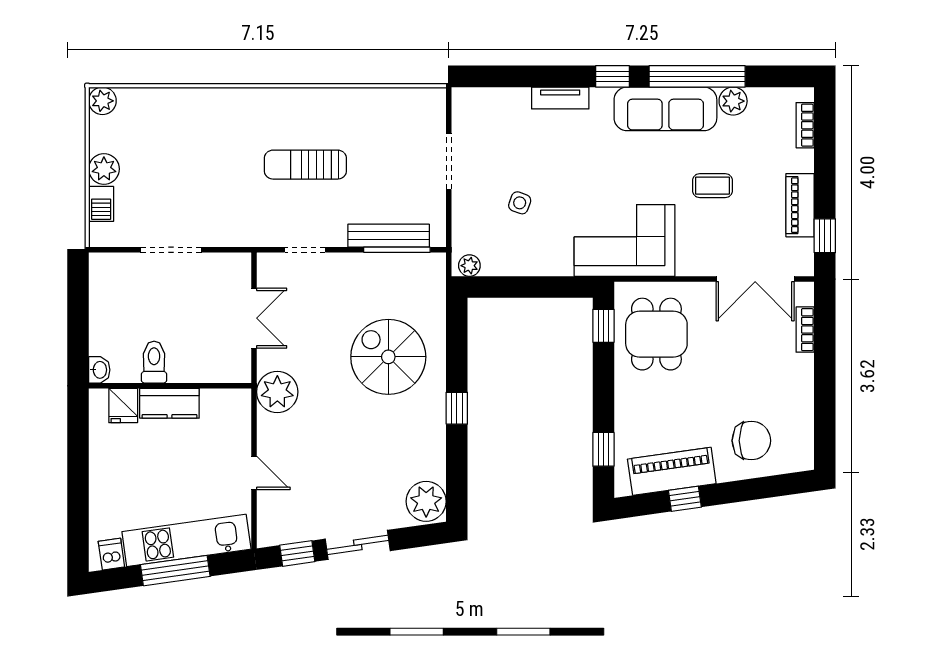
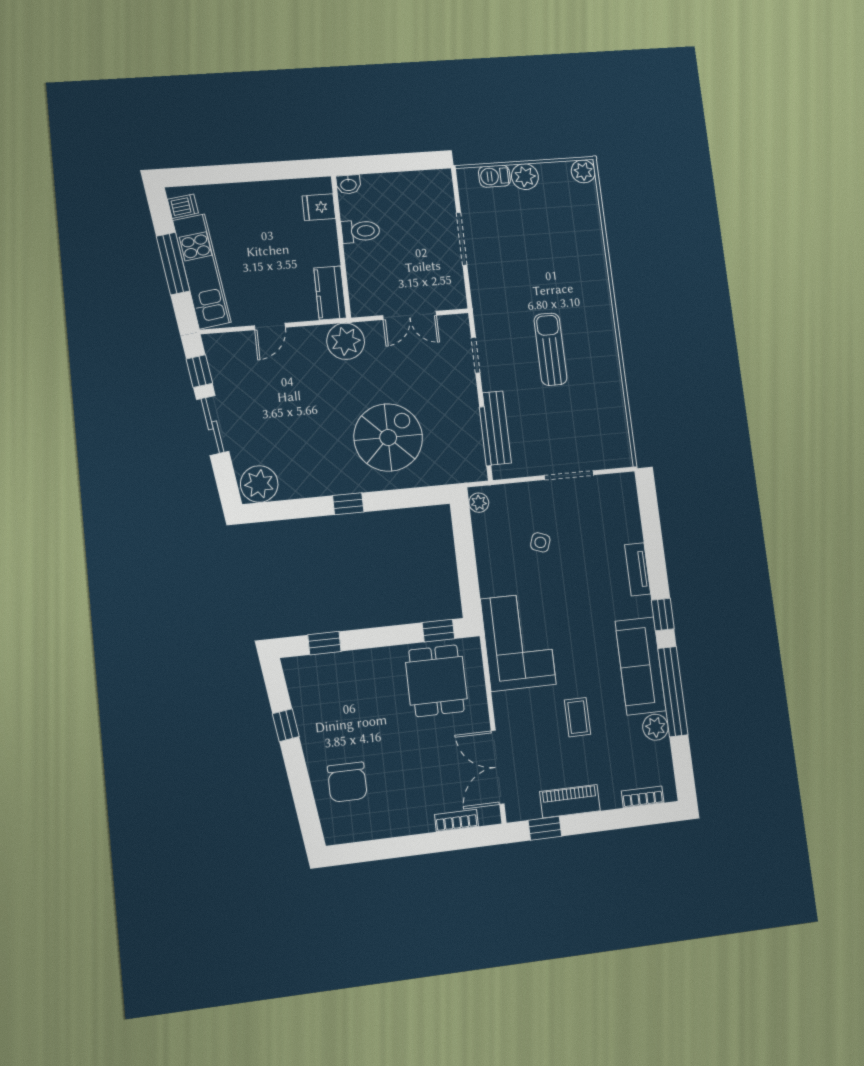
dining table: (656, 334) -> (436, 681), turned 90
kitchen counter: (169, 403) -> (330, 293), moved
piano: (672, 471) -> (310, 710), removed

